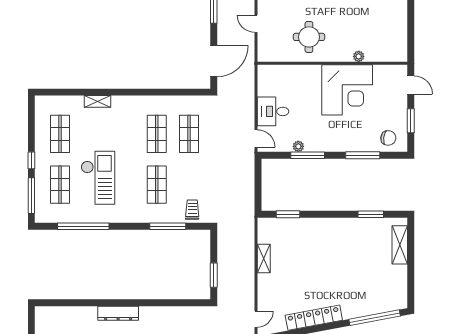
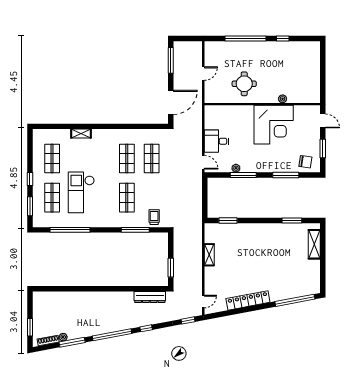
door: (256, 24) -> (203, 74), swing flipped
checkout: (98, 178) -> (81, 192), turned 180
window: (31, 196) -> (30, 206), width x0.69
dresser: (118, 313) -> (150, 297), moved

